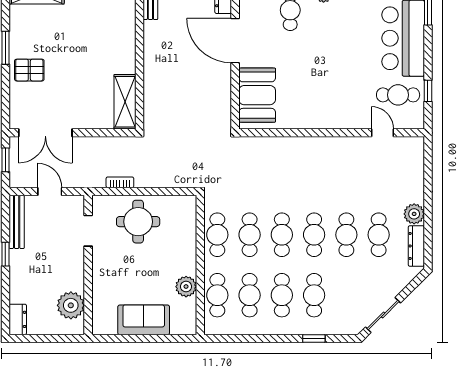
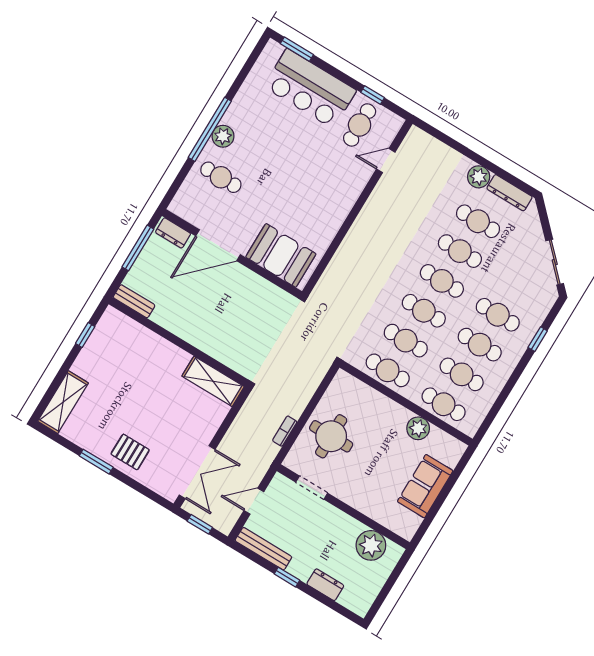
pallet: (29, 70) -> (130, 452), turned 90
dresser: (18, 319) -> (325, 585), moved

